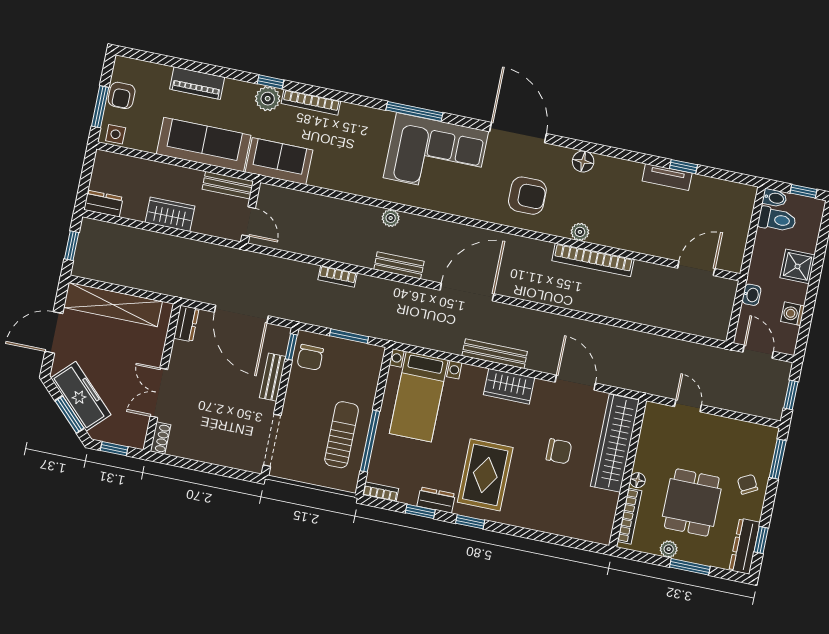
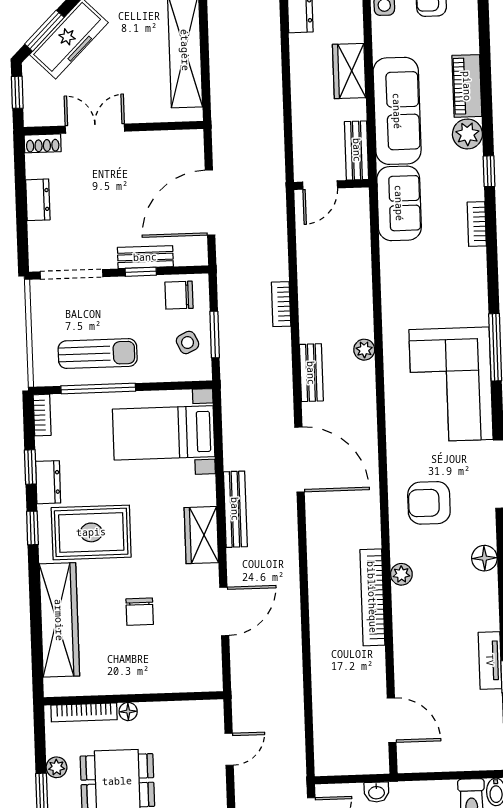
plant: (268, 99) -> (467, 134), moved
bookcase: (311, 102) -> (477, 224), width x0.64
armchair: (527, 196) -> (429, 503), turned 90
wardrobe: (170, 214) -> (349, 71), moved, turned 180
dresser: (186, 324) -> (38, 200), moved, turned -90
window: (291, 347) -> (141, 272), moved
side table: (350, 360) -> (188, 342), added
wardrobe: (615, 443) -> (59, 620), moved, turned 90

